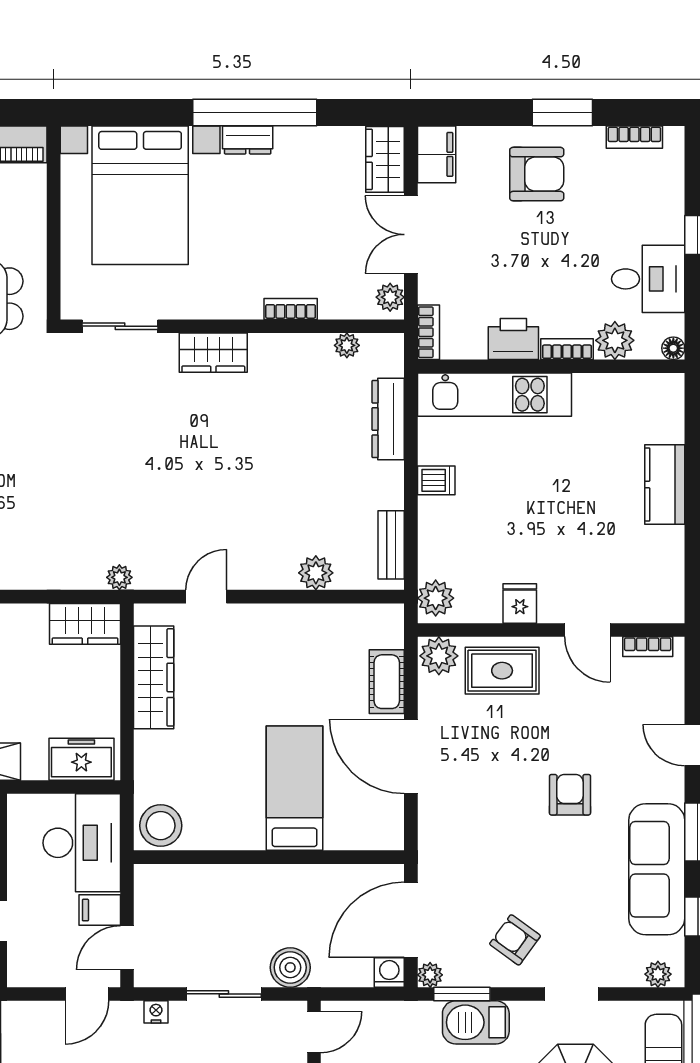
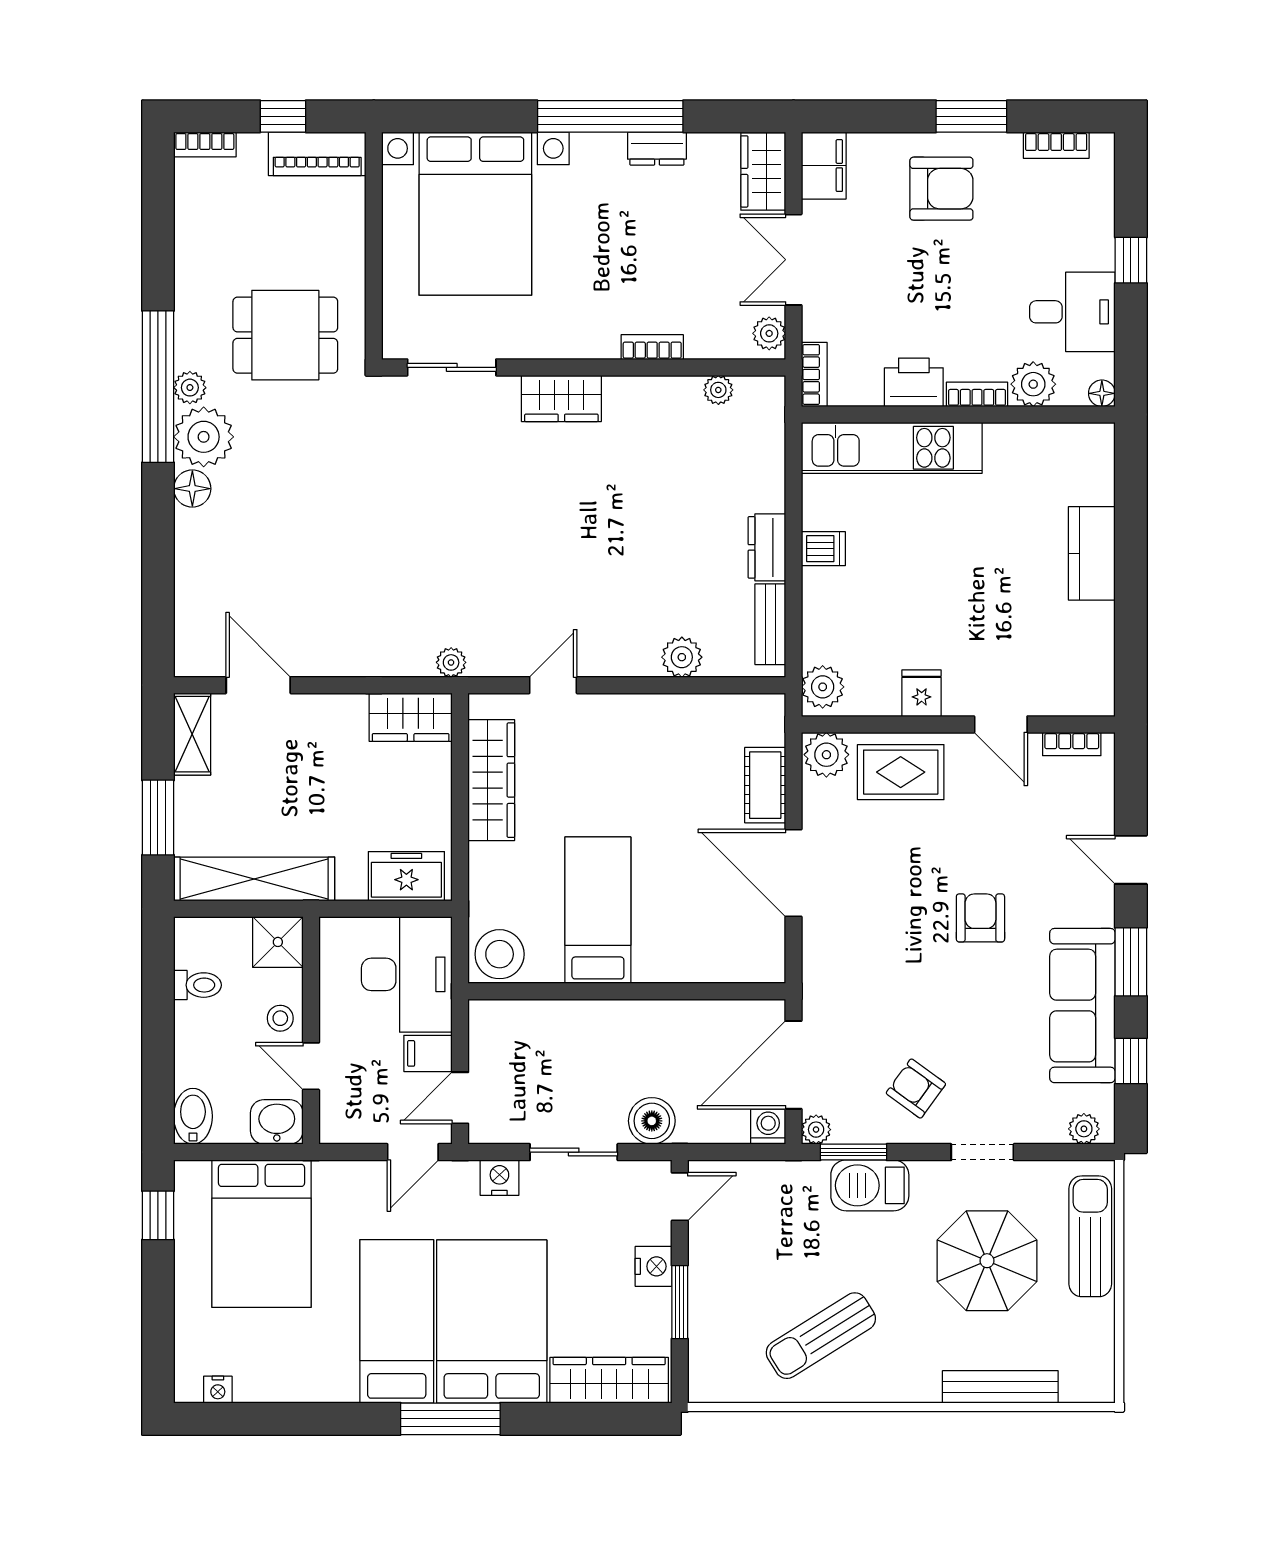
dresser: (248, 140) -> (657, 149), moved
dresser: (388, 419) -> (767, 547), moved, width x0.70
bed: (295, 788) -> (598, 910), moved
nightstand: (156, 1012) -> (499, 1178), width x1.39, depth x1.35

